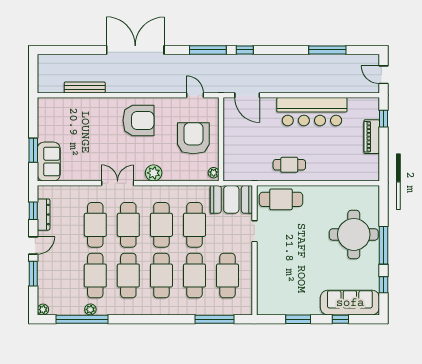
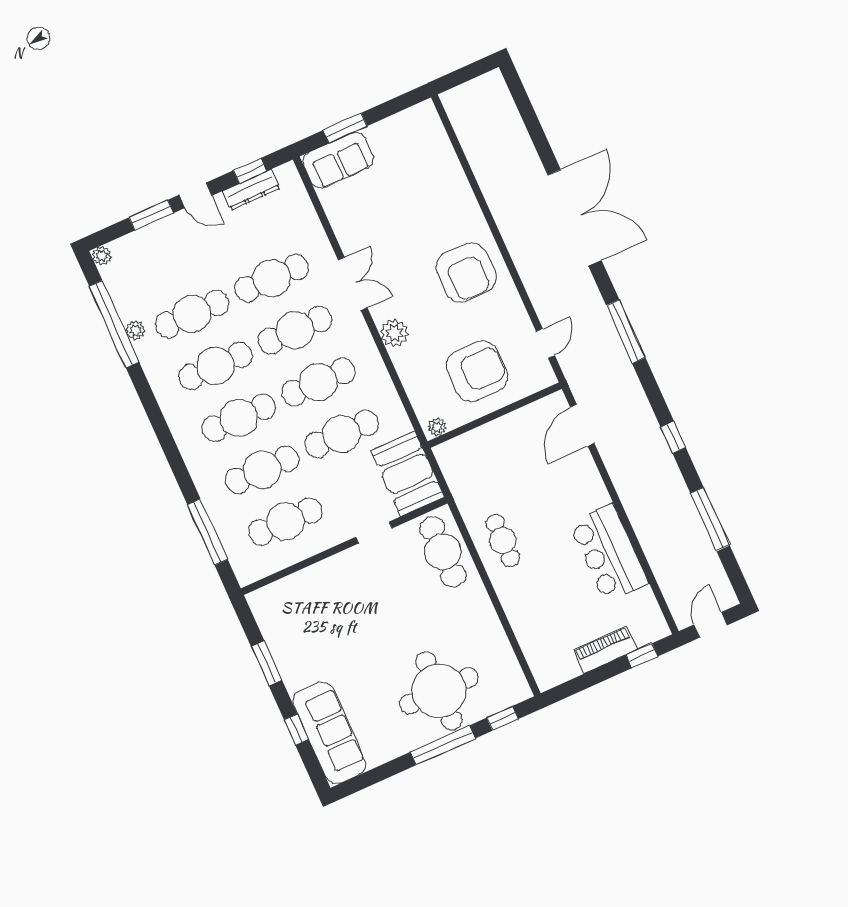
window: (245, 50) -> (673, 437), moved
bench: (85, 87) -> (480, 165), removed
bar counter: (312, 112) -> (609, 553), width x0.73
window: (383, 285) -> (502, 718), moved

